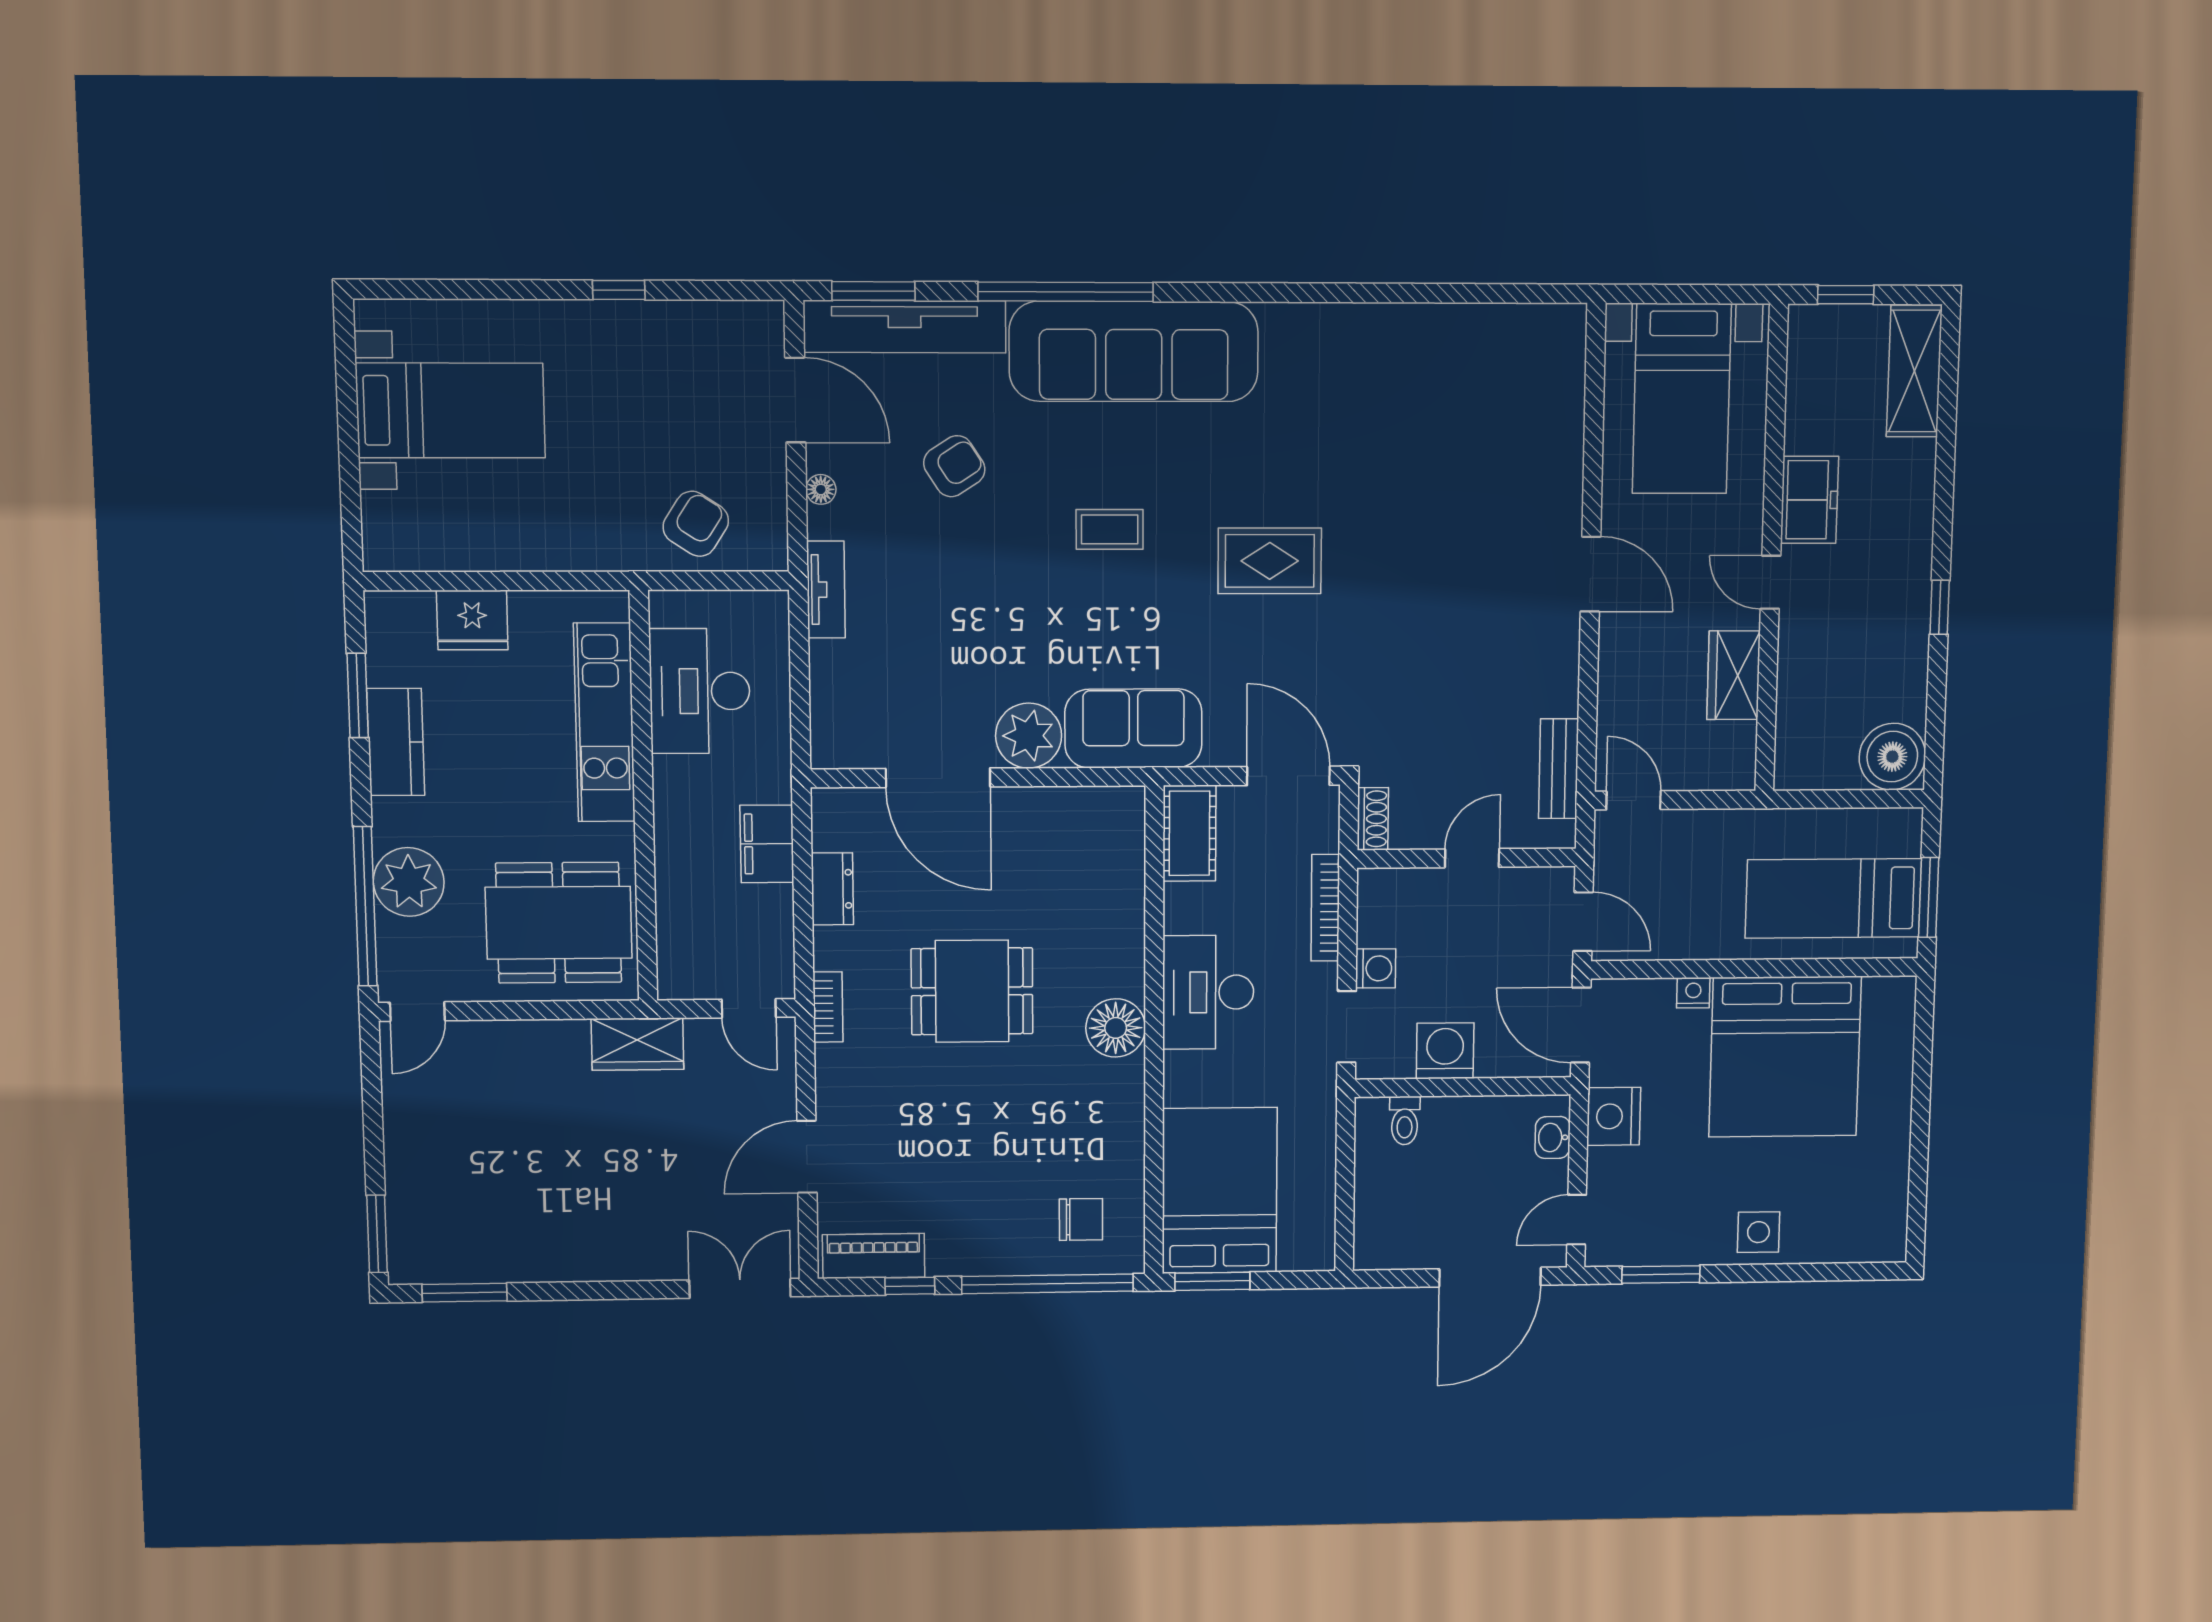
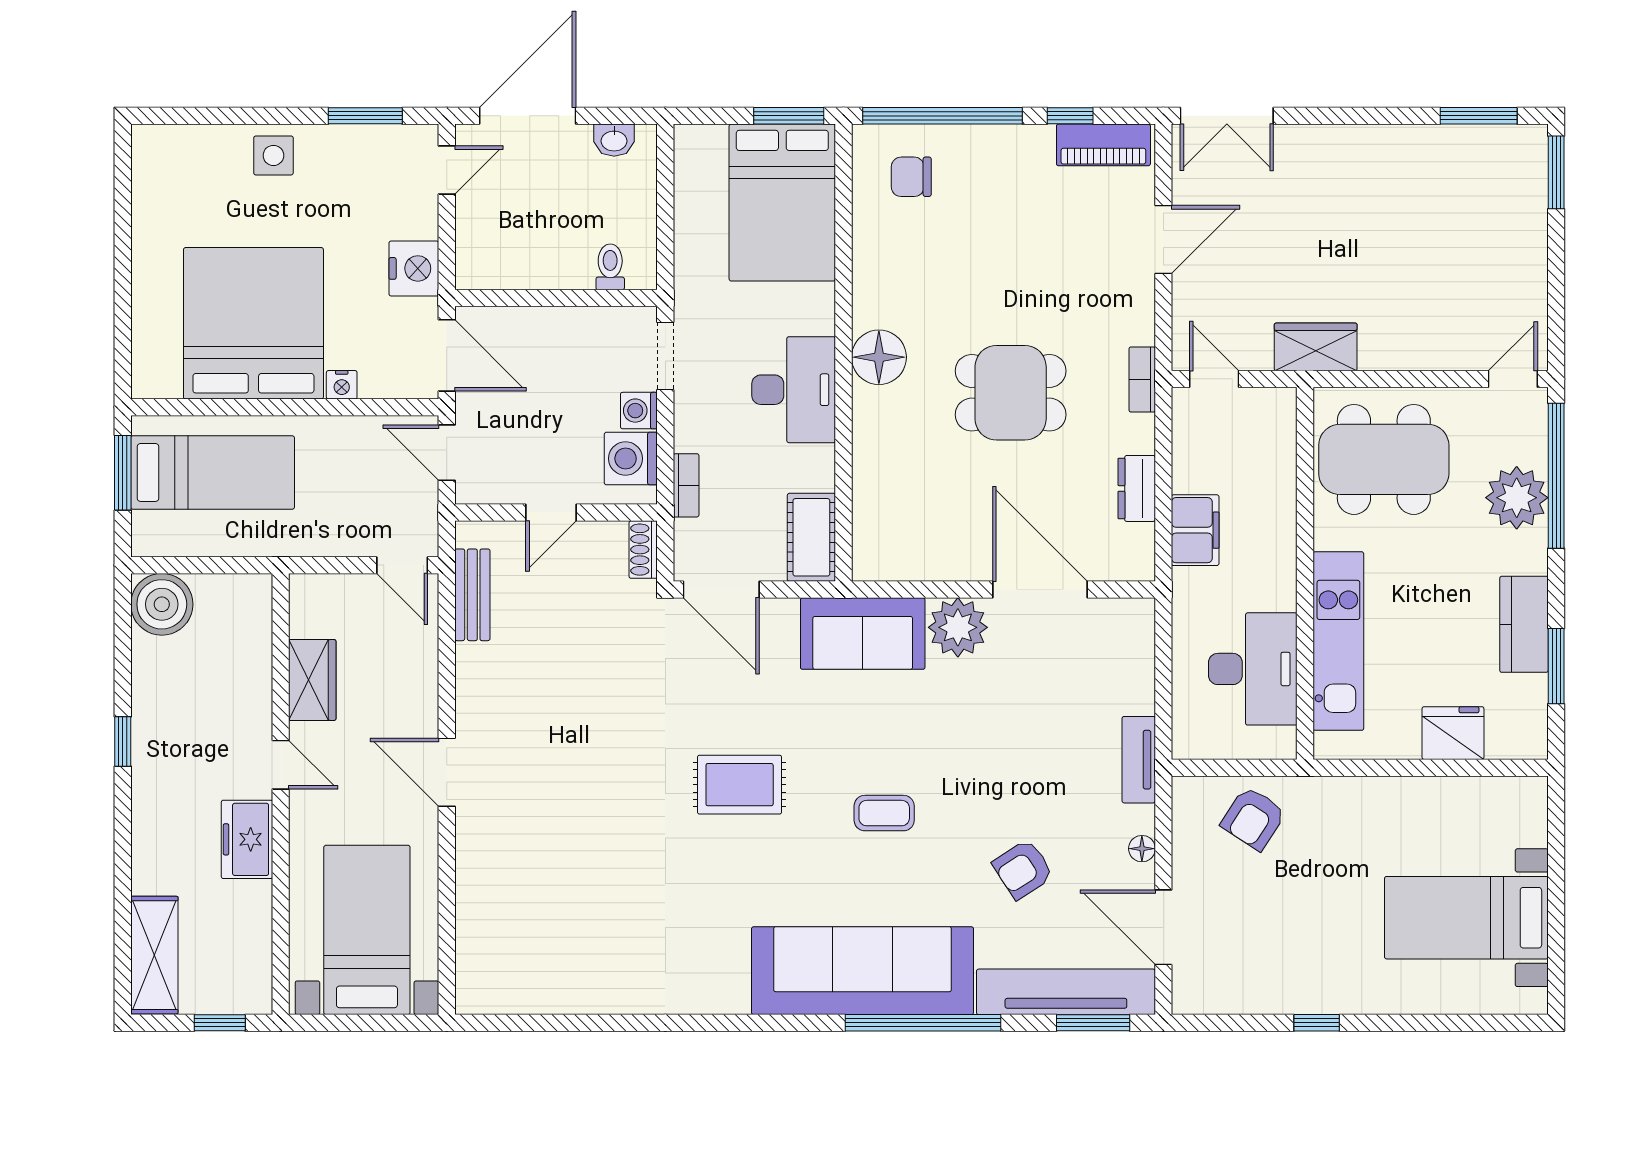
bookcase: (1325, 908) -> (686, 485), width x0.64
washing machine: (1445, 1051) -> (631, 459), moved, turned 90
washbasin: (1553, 1138) -> (614, 140), moved, turned 90

